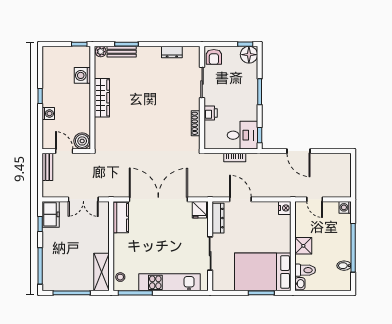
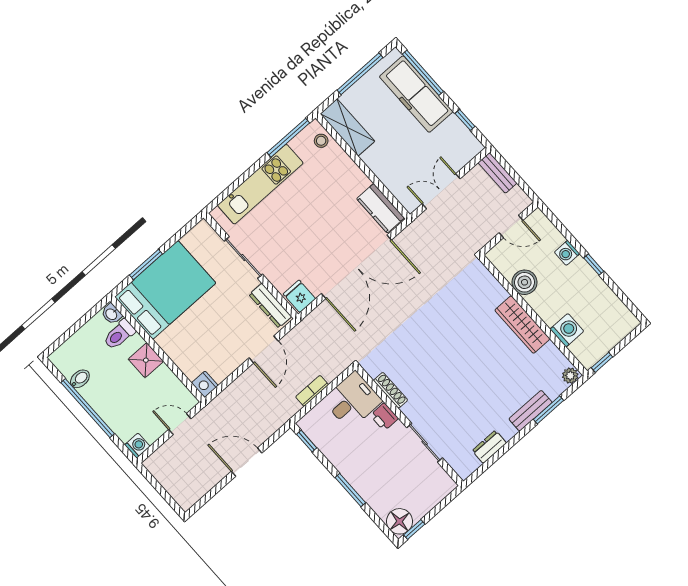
bench: (122, 52) -> (531, 411), moved
armchair: (214, 57) -> (437, 483), removed
desk: (242, 135) -> (352, 400), moved, turned 180
boiler: (82, 141) -> (525, 282), moved
bench: (47, 167) -> (497, 173), moved
door: (240, 199) -> (264, 349), hinge flipped
freezer: (51, 214) -> (416, 94), moved, width x1.91, depth x1.26

